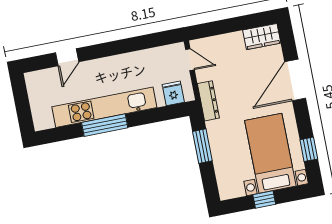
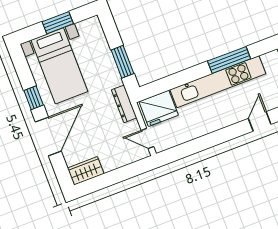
fridge: (173, 93) -> (159, 108), width x1.88, depth x1.34
window: (105, 125) -> (229, 60), moved
window: (309, 149) -> (34, 98), moved
window: (264, 200) -> (58, 23), width x1.50

